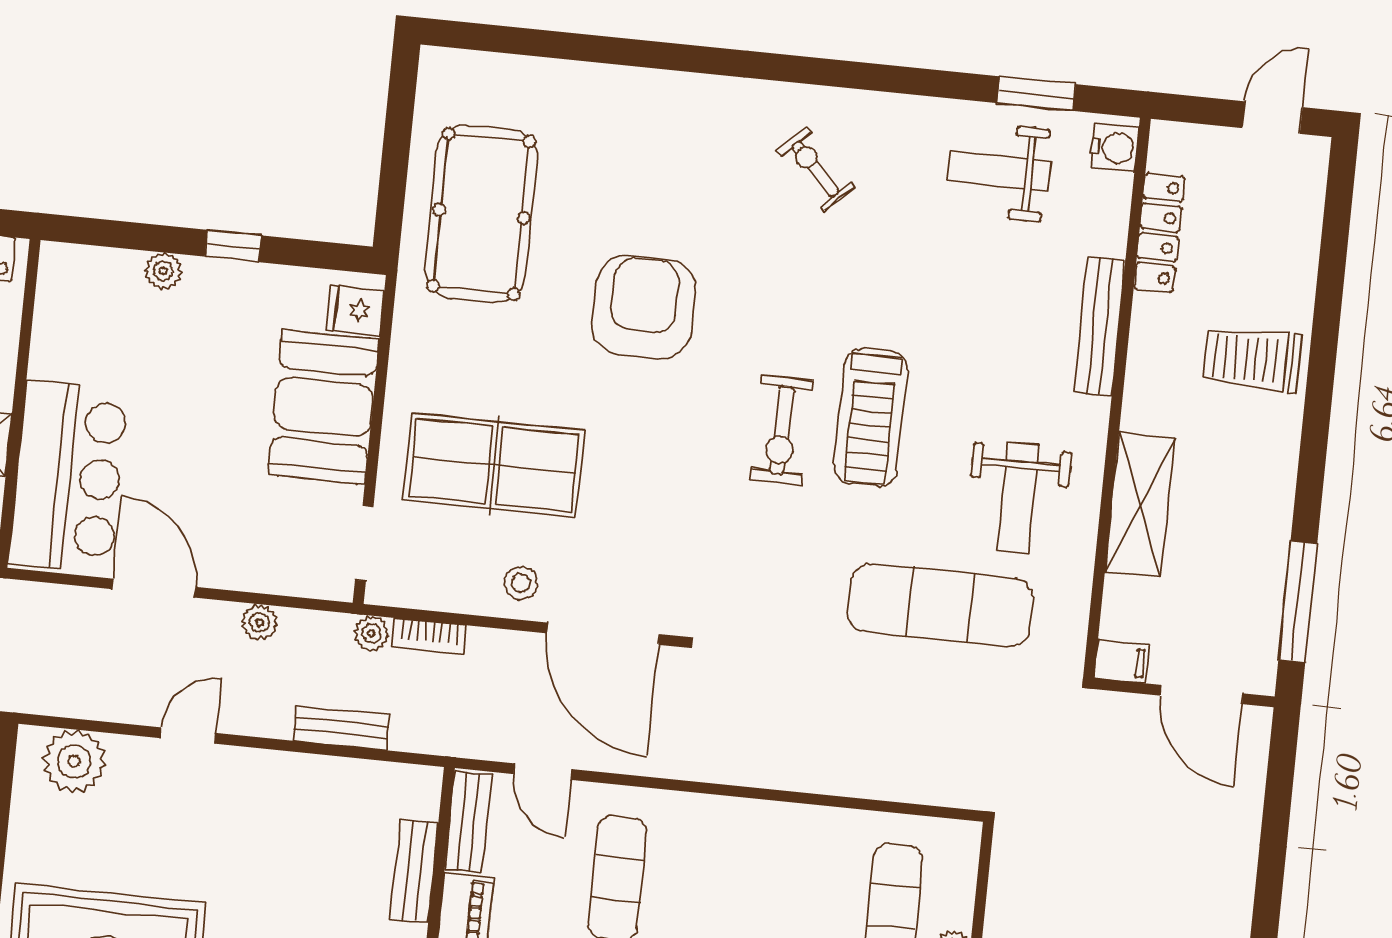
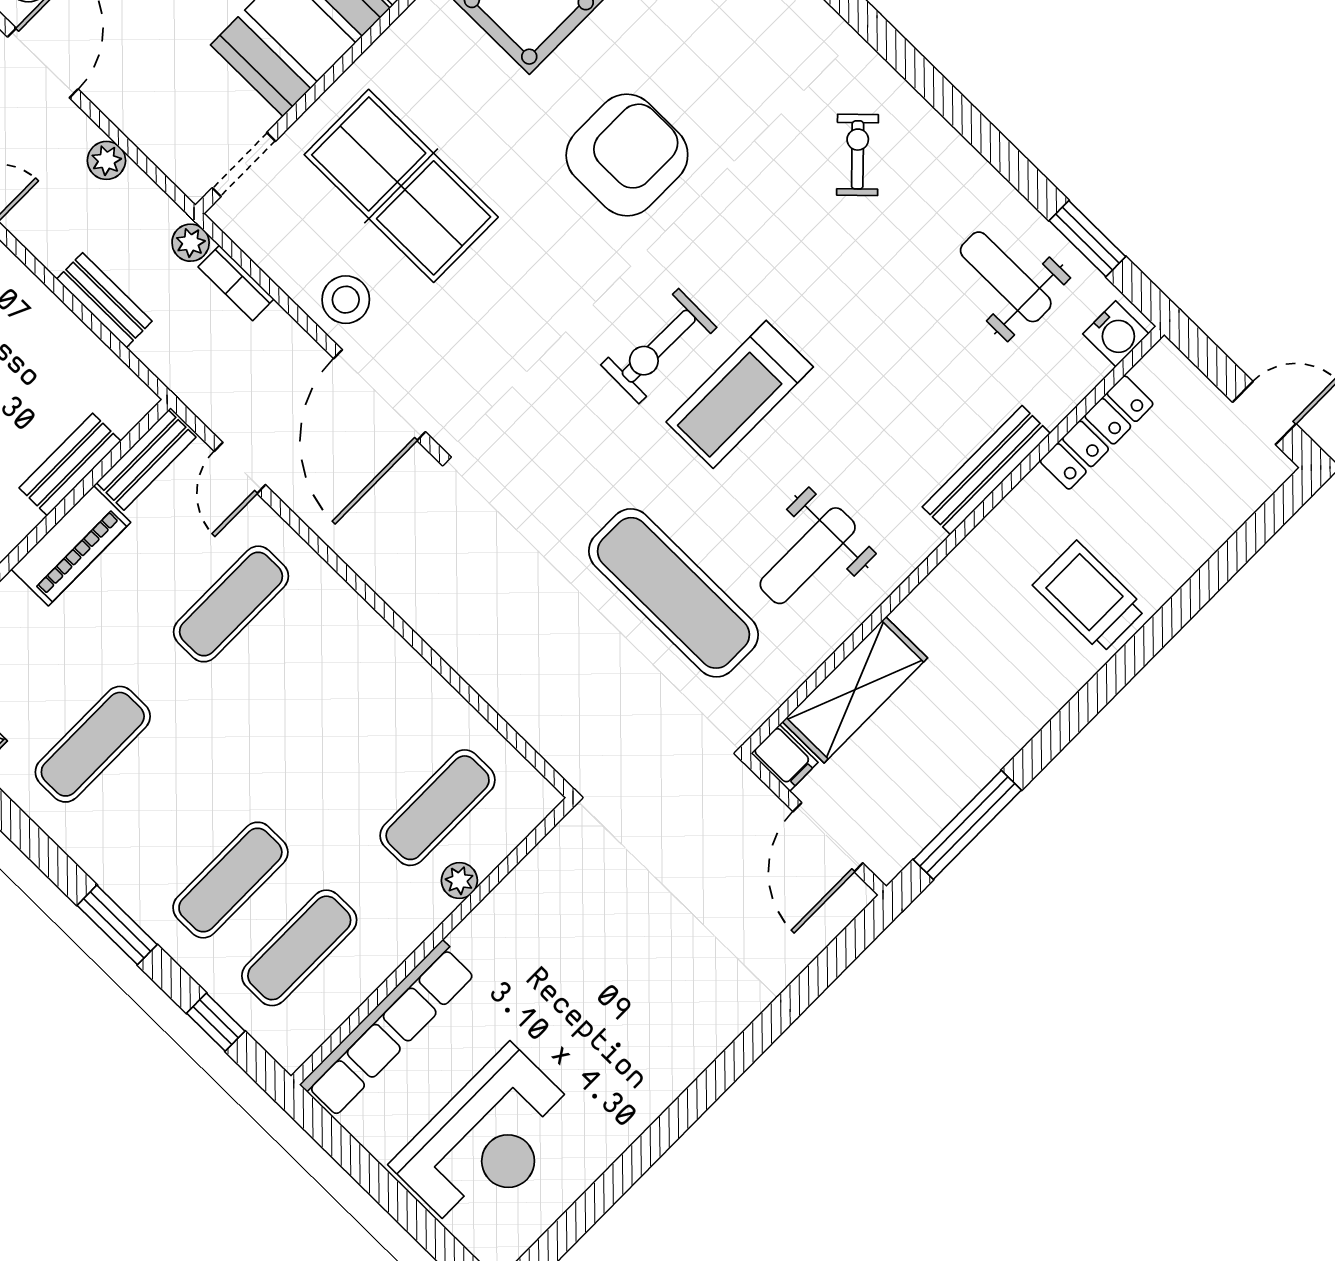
shelving: (1140, 505) -> (855, 690), moved
stool: (521, 583) -> (346, 300), width x1.37, depth x1.37

